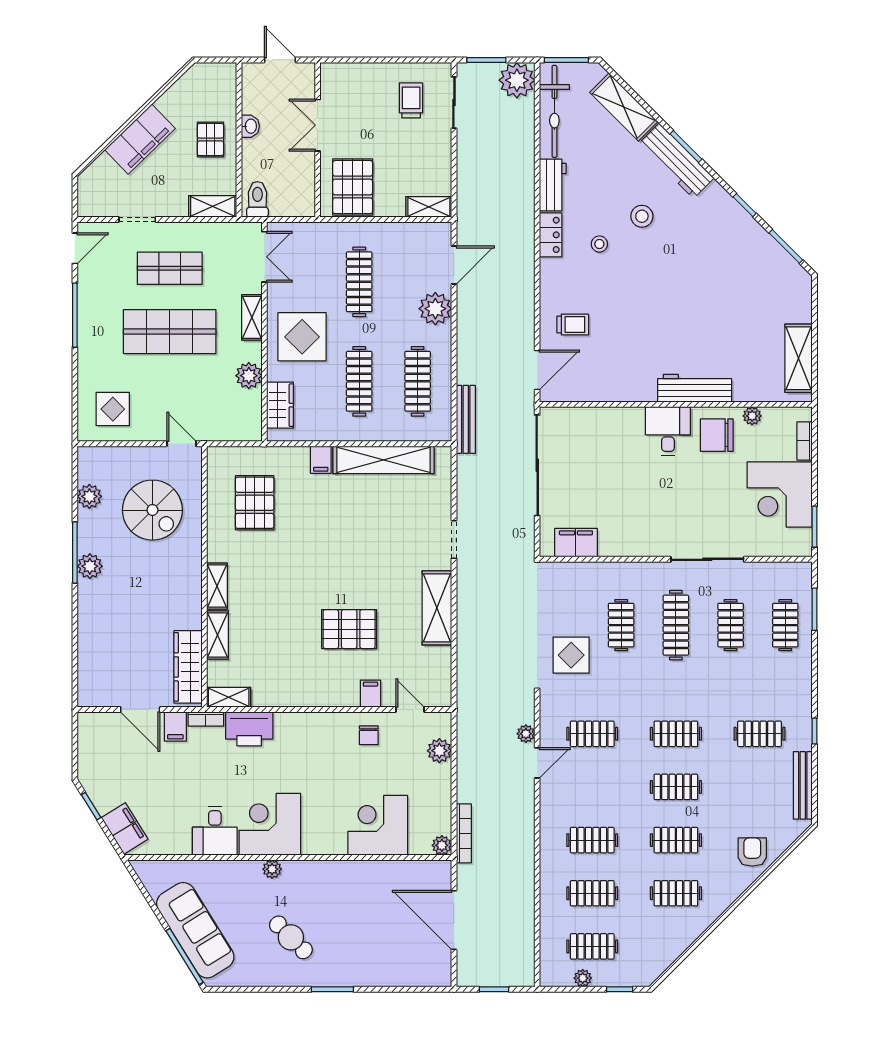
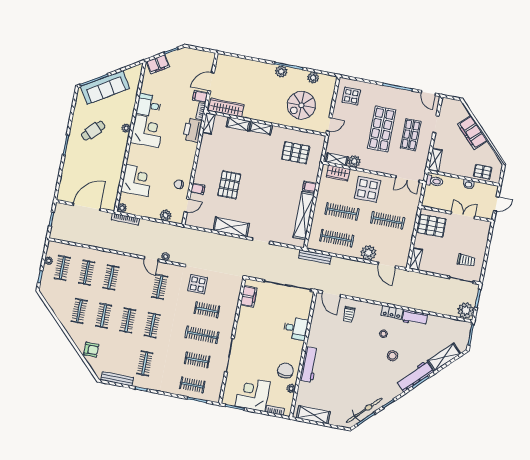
bicycle: (554, 111) -> (364, 410), moved, turned 135
pallet: (210, 140) -> (483, 172), moved
shelving: (252, 317) -> (337, 159), moved
desk: (668, 431) -> (296, 328), moved

